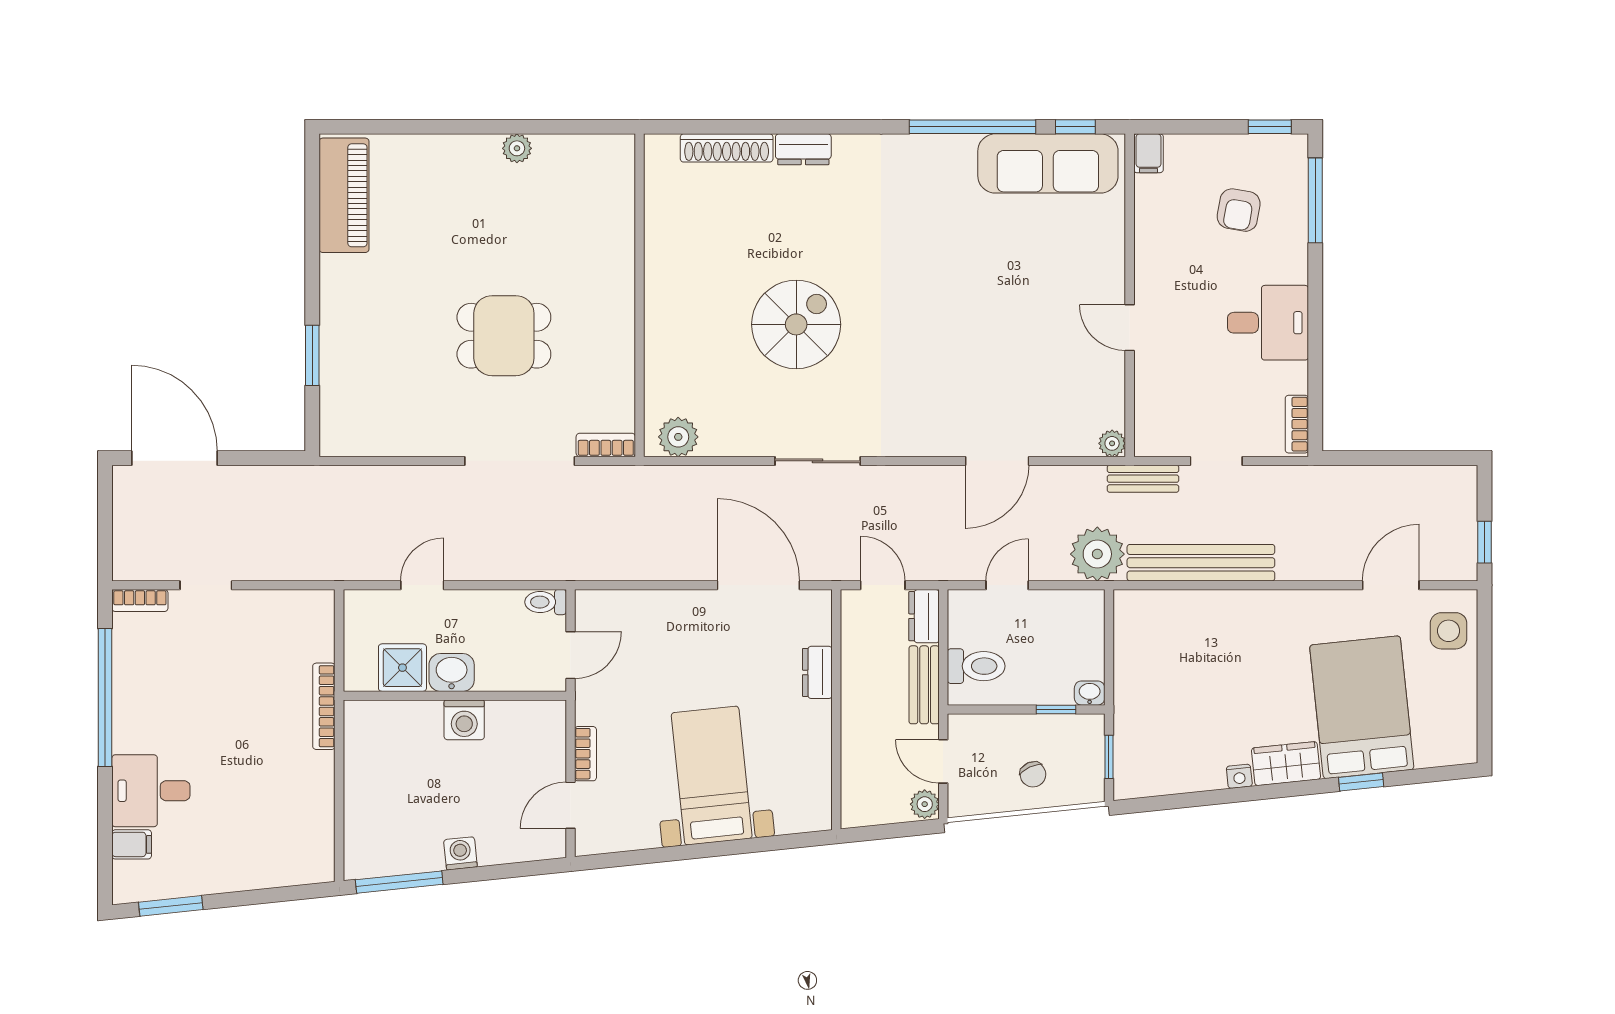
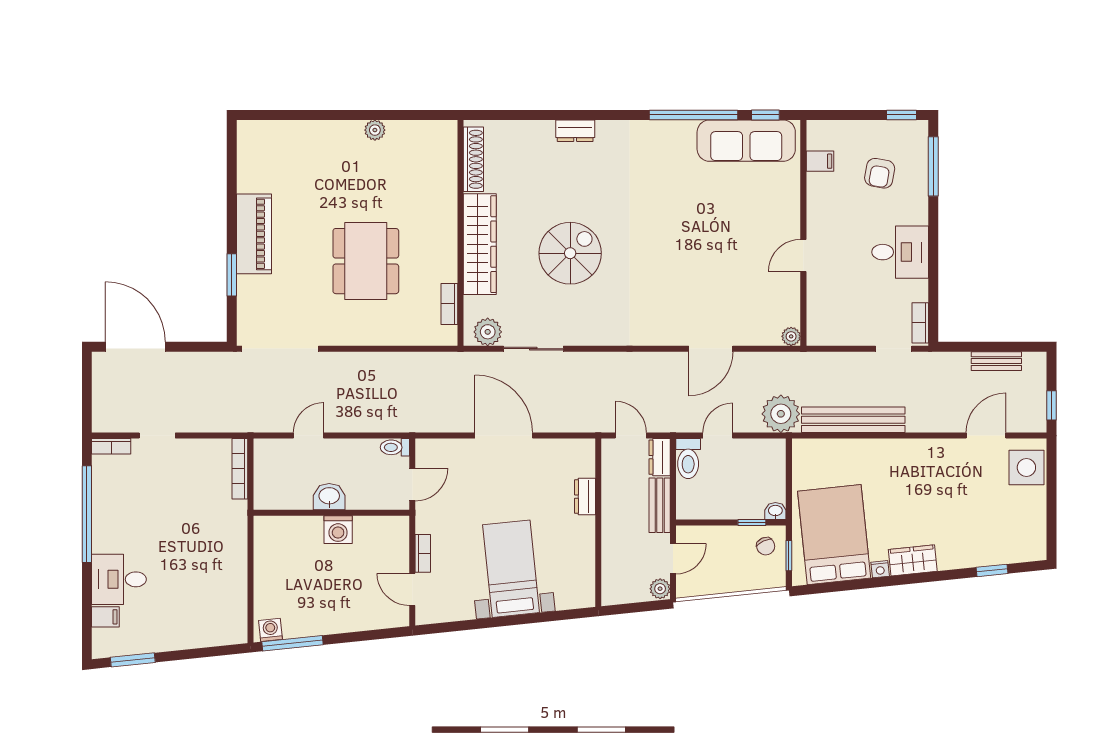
shoe rack: (727, 148) -> (473, 159), moved, turned -90
filing cabinet: (1148, 153) -> (820, 161), moved, turned -90
piano: (344, 195) -> (254, 234), moved
wardrobe: (667, 311) -> (480, 244), added
door: (1130, 328) -> (803, 256), hinge flipped
dining table: (504, 336) -> (366, 261), width x1.38
bookcase: (606, 445) -> (449, 304), moved, turned -90
doorway: (520, 461) -> (280, 349), moved
sliding door: (818, 461) -> (533, 349), moved
doorway: (1216, 461) -> (894, 349), moved
bench: (1143, 479) -> (996, 361), moved
door: (758, 585) -> (504, 436), moved
side table: (1449, 631) -> (1026, 467), width x1.37, depth x1.37
toilet: (976, 666) -> (688, 459), moved, turned 90
shower: (402, 668) -> (295, 493), removed
bookcase: (324, 706) -> (240, 469), moved
bed: (1362, 707) -> (834, 535), moved
door: (943, 761) -> (673, 559), swing flipped
chair: (1033, 774) -> (766, 546), moved
window: (1361, 782) -> (992, 570), moved
door: (570, 805) -> (412, 589), hinge flipped
washing machine: (460, 853) -> (270, 630), moved

